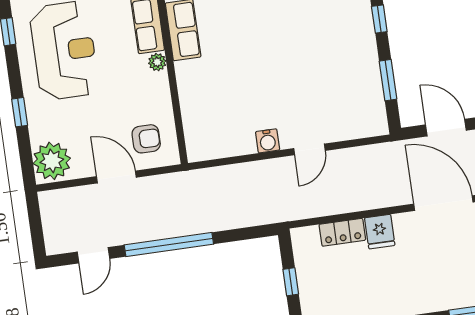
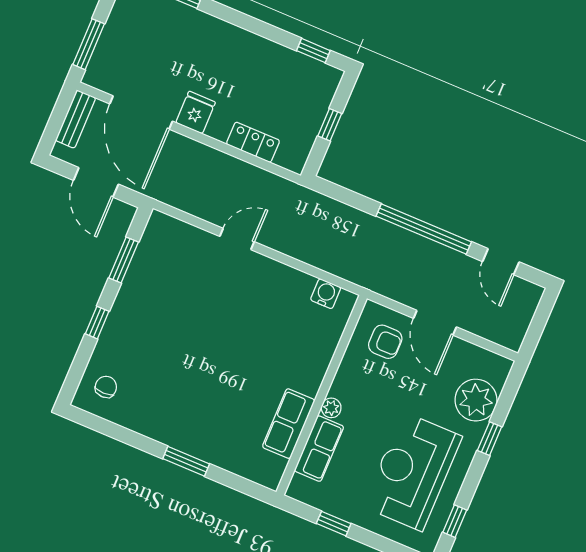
armchair: (146, 139) -> (385, 342), turned 180
water cooler: (268, 141) -> (326, 294), moved
plant: (52, 161) -> (476, 400), moved
fridge: (380, 232) -> (196, 112), moved
door: (94, 255) -> (501, 262), swing flipped

